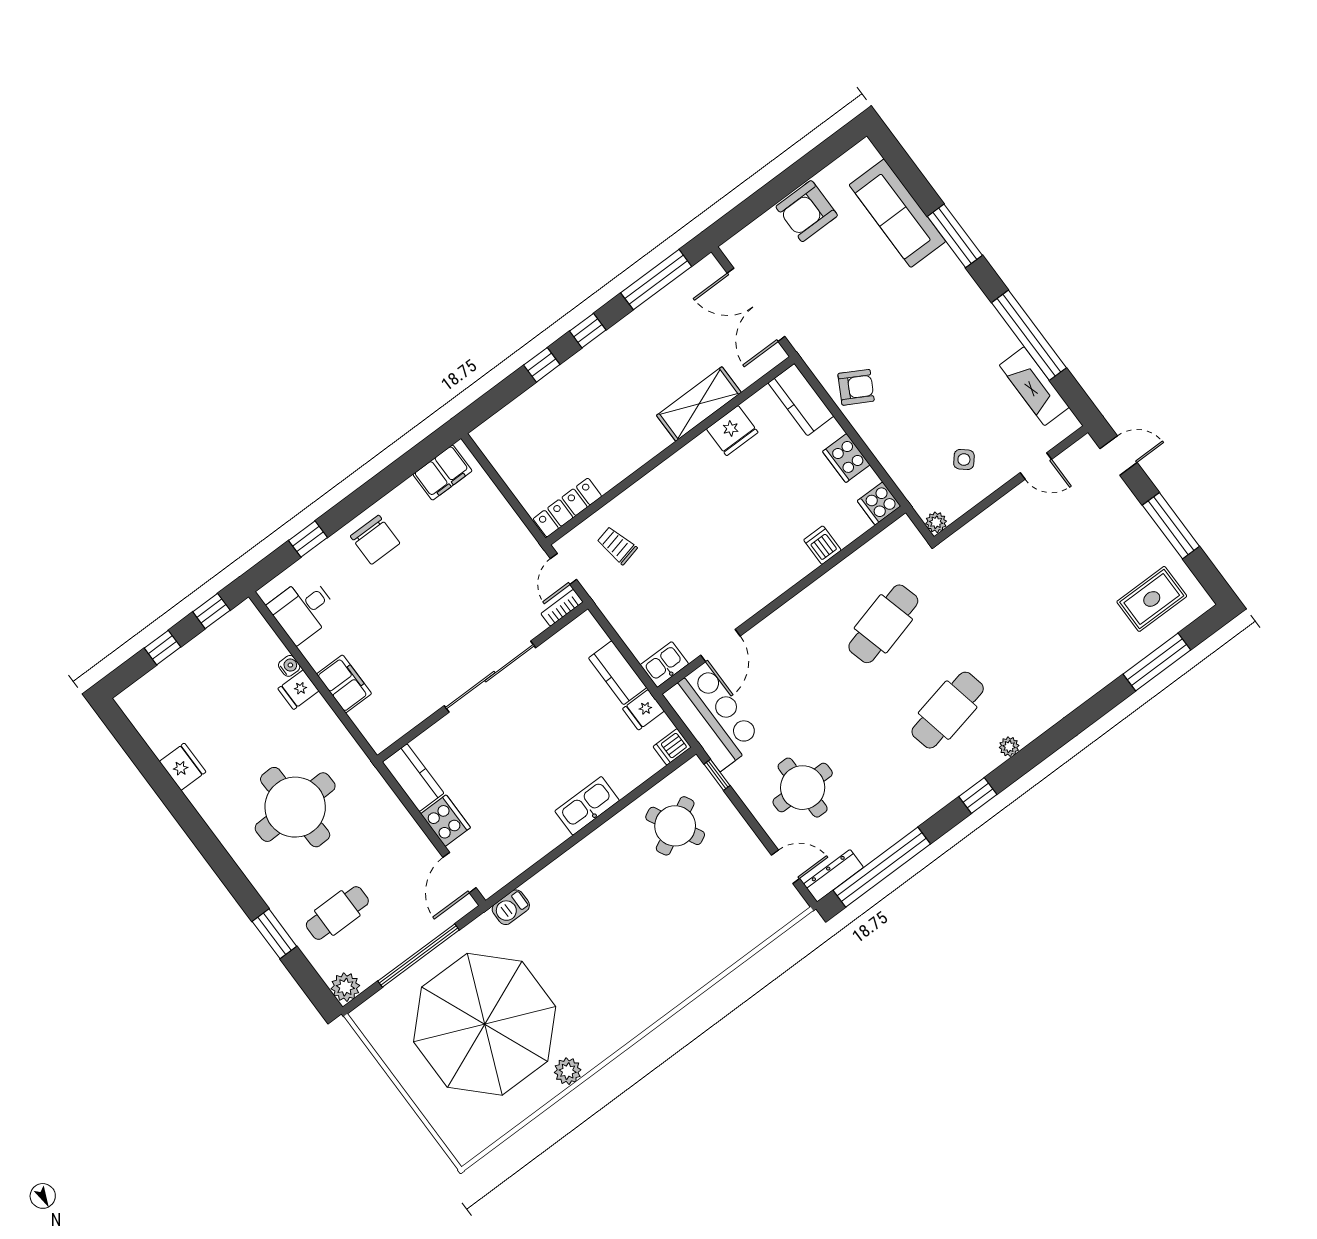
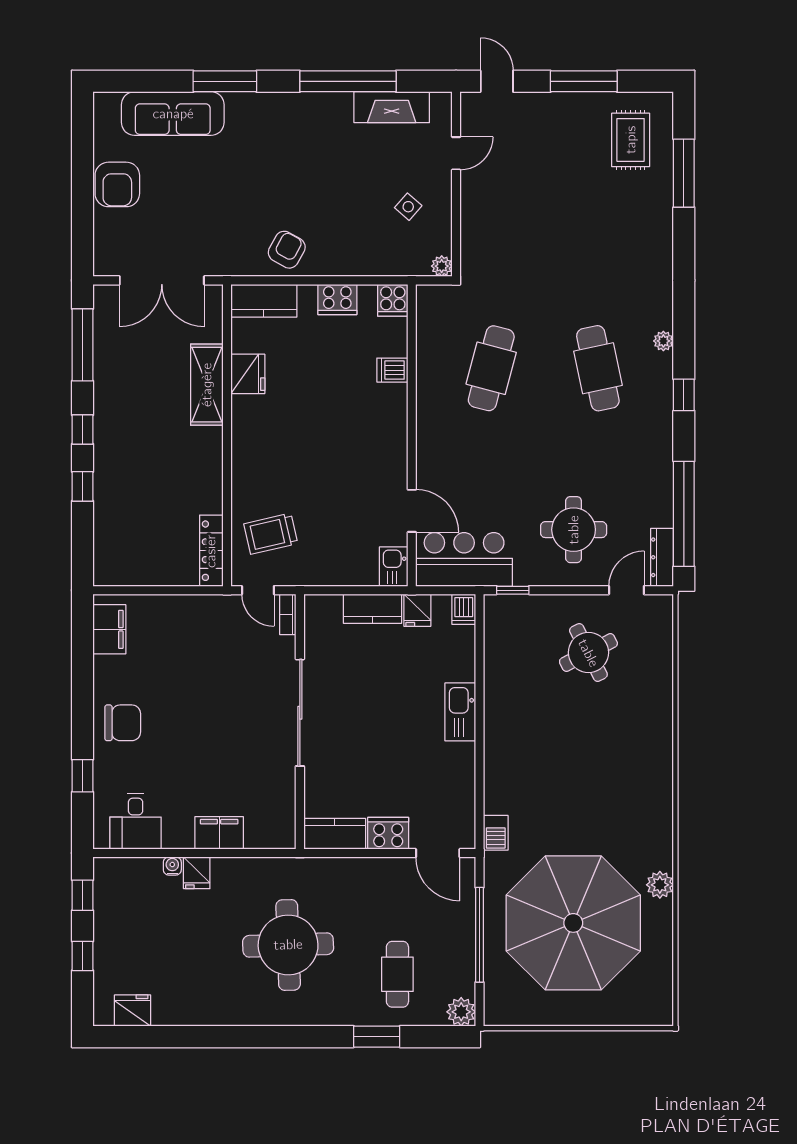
door: (1119, 456) -> (497, 81), hinge flipped
trolley: (617, 545) -> (271, 534), width x1.36, depth x1.39
cafe table: (883, 624) -> (491, 368), turned 30
fridge: (183, 767) -> (133, 1011), moved
round table: (675, 826) -> (588, 653), moved

